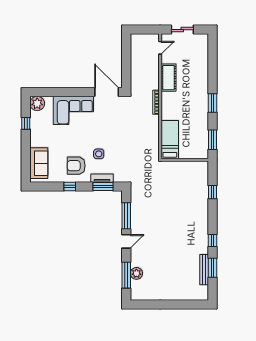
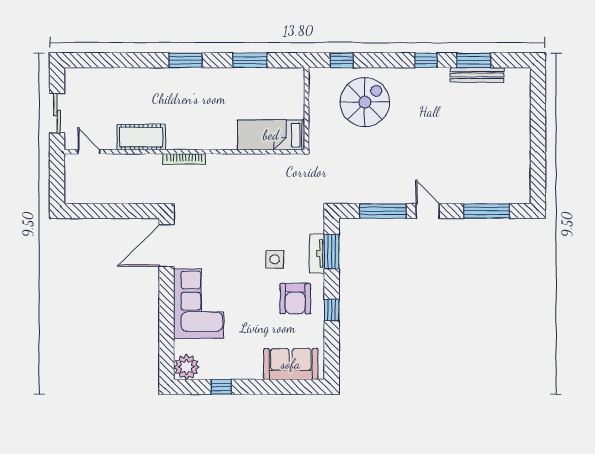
bed: (170, 140) -> (271, 135), moved
wall: (185, 160) -> (306, 109), moved
spiral stairs: (189, 206) -> (365, 102), added
plant: (136, 273) -> (484, 193), removed

